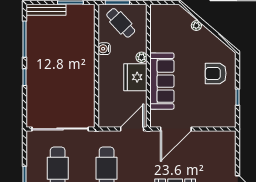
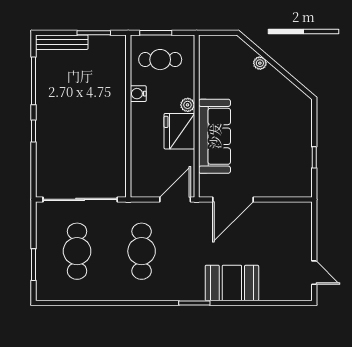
cafe table: (121, 23) -> (160, 60), turned -47
armchair: (216, 73) -> (285, 126), removed

